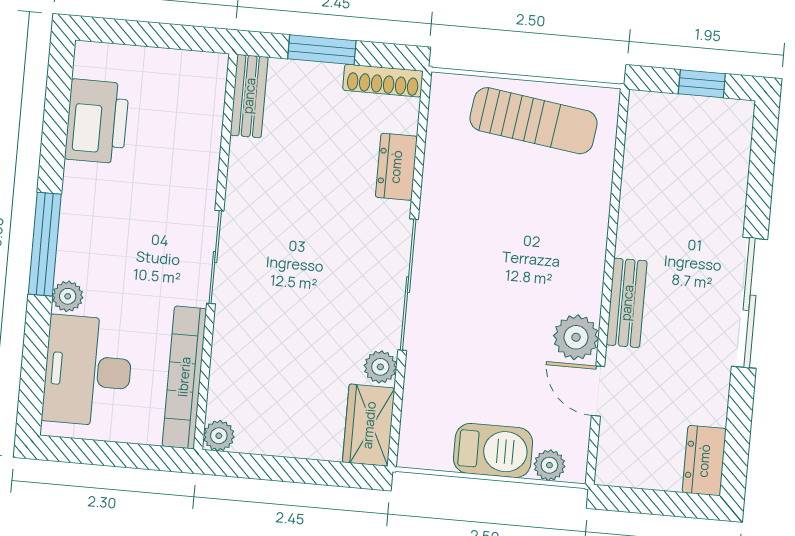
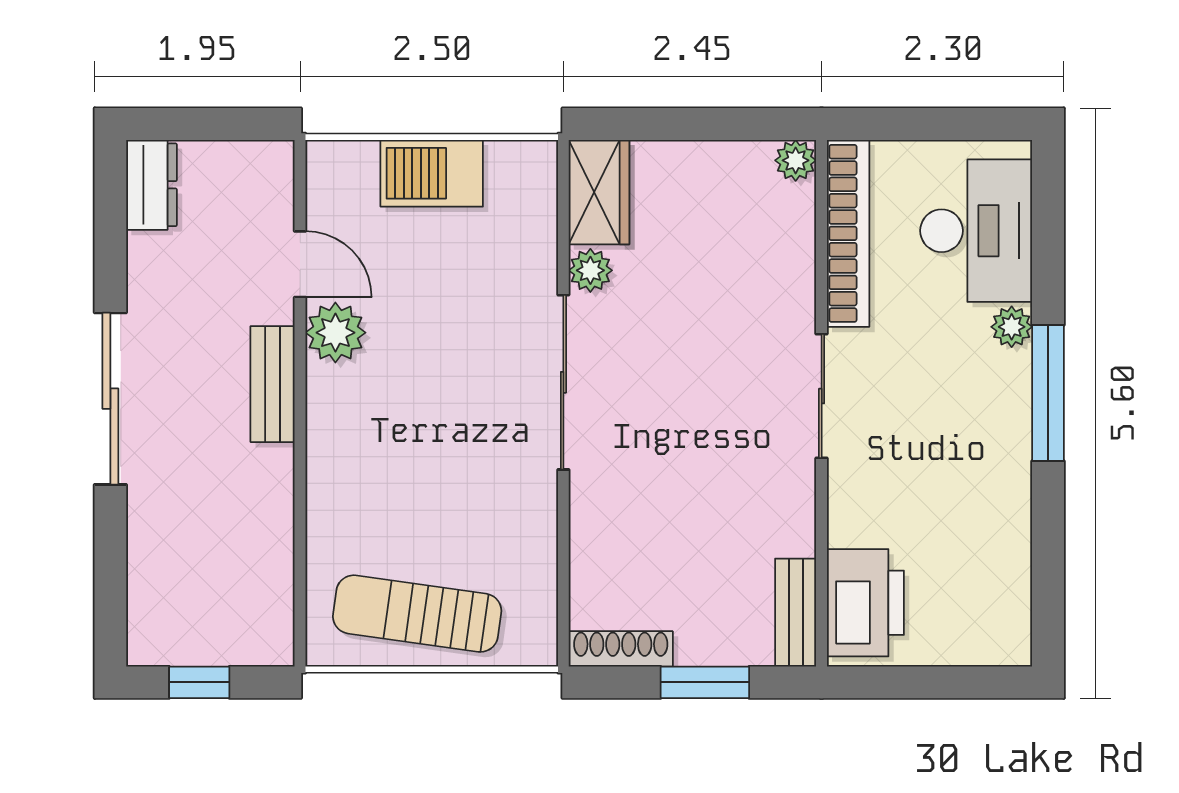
printer: (97, 121) -> (865, 603), moved, turned 180
dresser: (396, 167) -> (593, 537), removed
plant: (549, 465) -> (355, 160), removed

